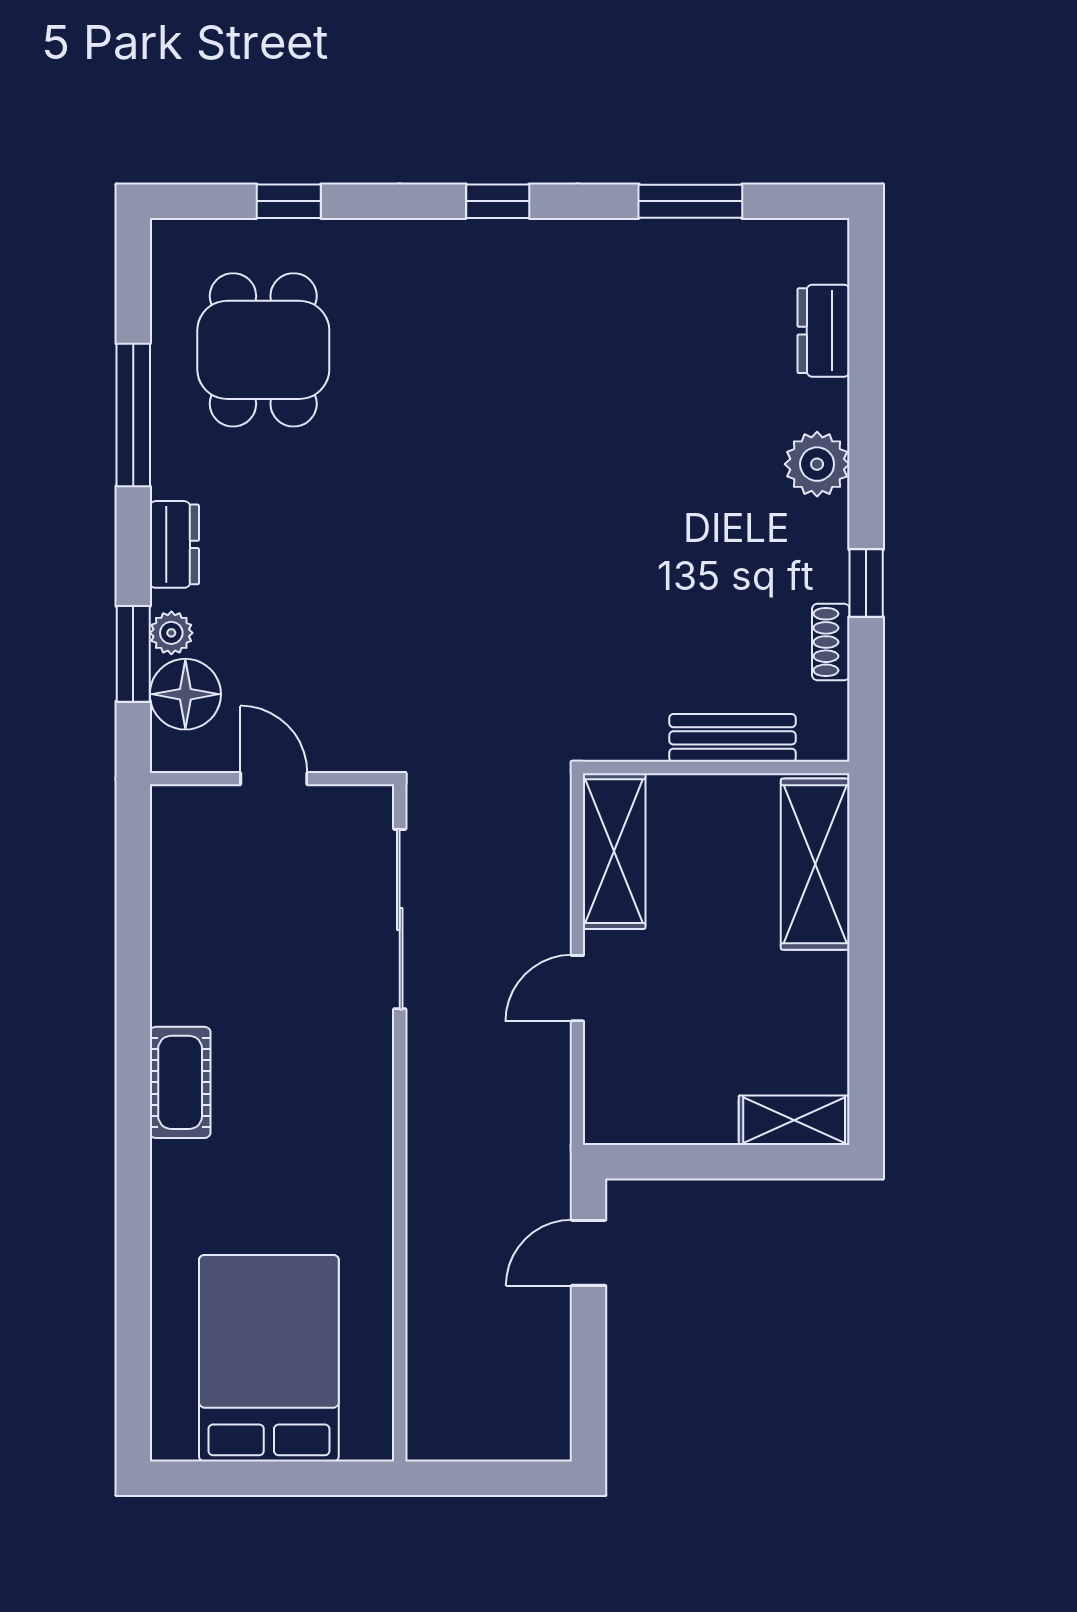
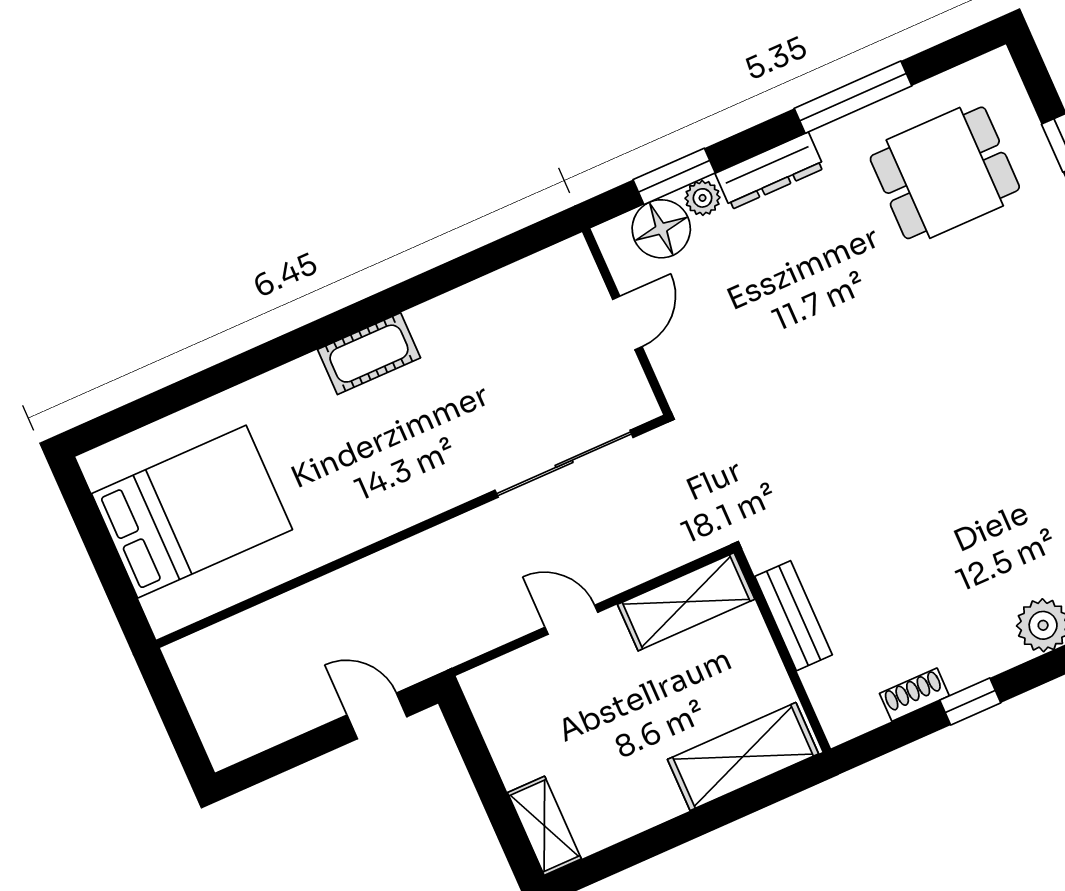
dresser: (174, 544) -> (770, 171), width x1.44
bench: (732, 738) -> (794, 616), moved

